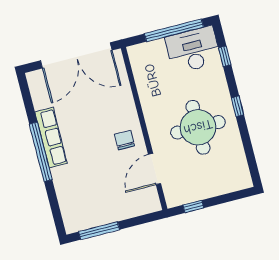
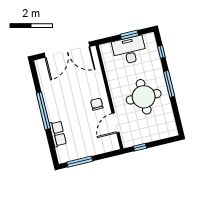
window: (174, 30) -> (129, 35), width x0.47
desk: (193, 50) -> (129, 50), moved
window: (238, 106) -> (169, 84), width x2.17
row of seats: (51, 138) -> (58, 134), moved, width x0.68

